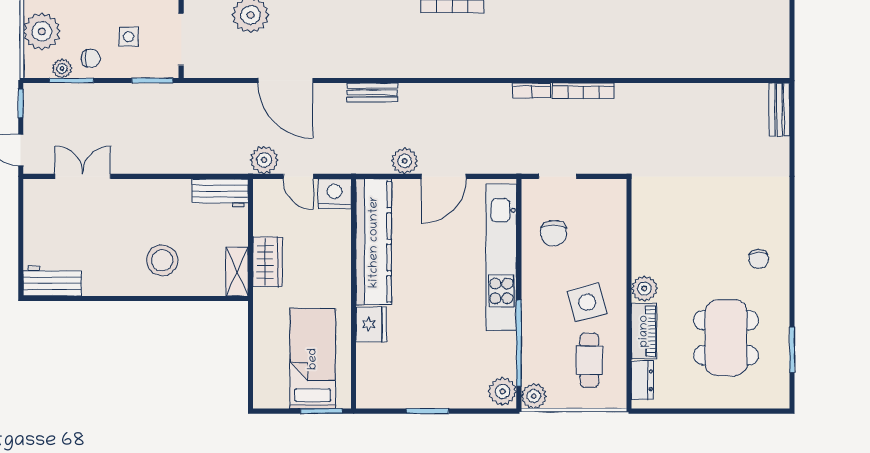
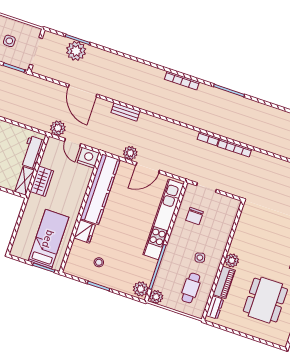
workbench: (220, 193) -> (32, 152), moved, turned 90
side table: (587, 302) -> (200, 258), width x0.54, depth x0.54
stool: (414, 370) -> (99, 262), added

